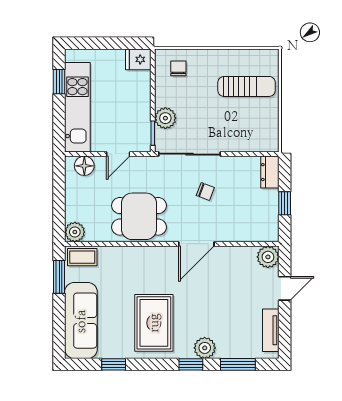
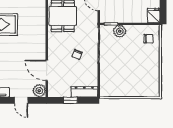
sun lounger: (247, 86) -> (138, 78), removed
dresser: (270, 172) -> (84, 92), width x1.44
door: (196, 244) -> (47, 70), moved

